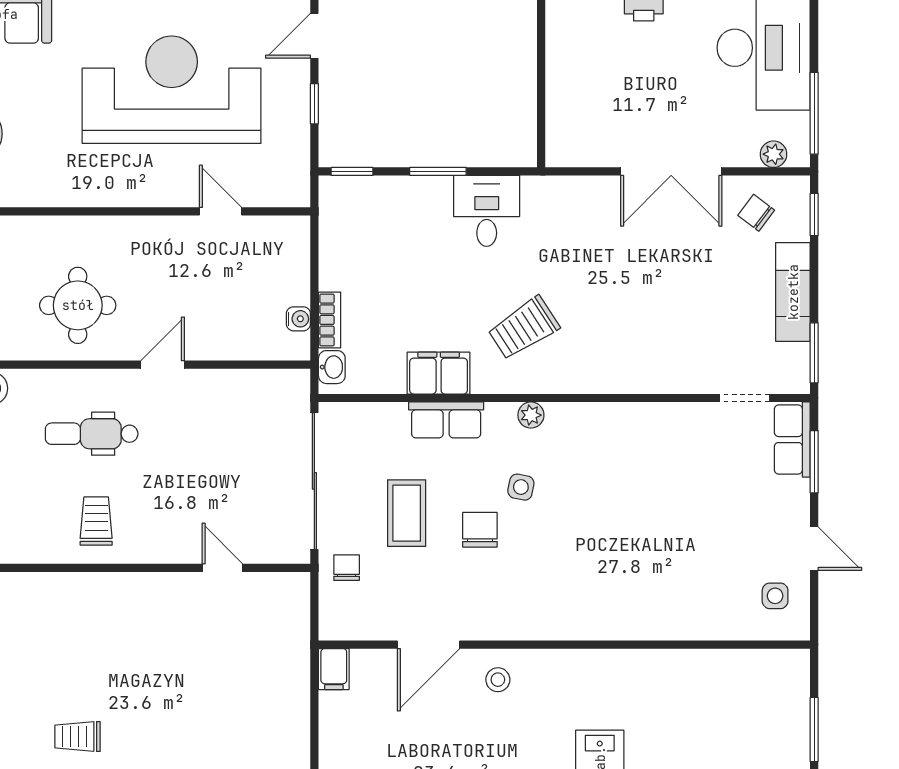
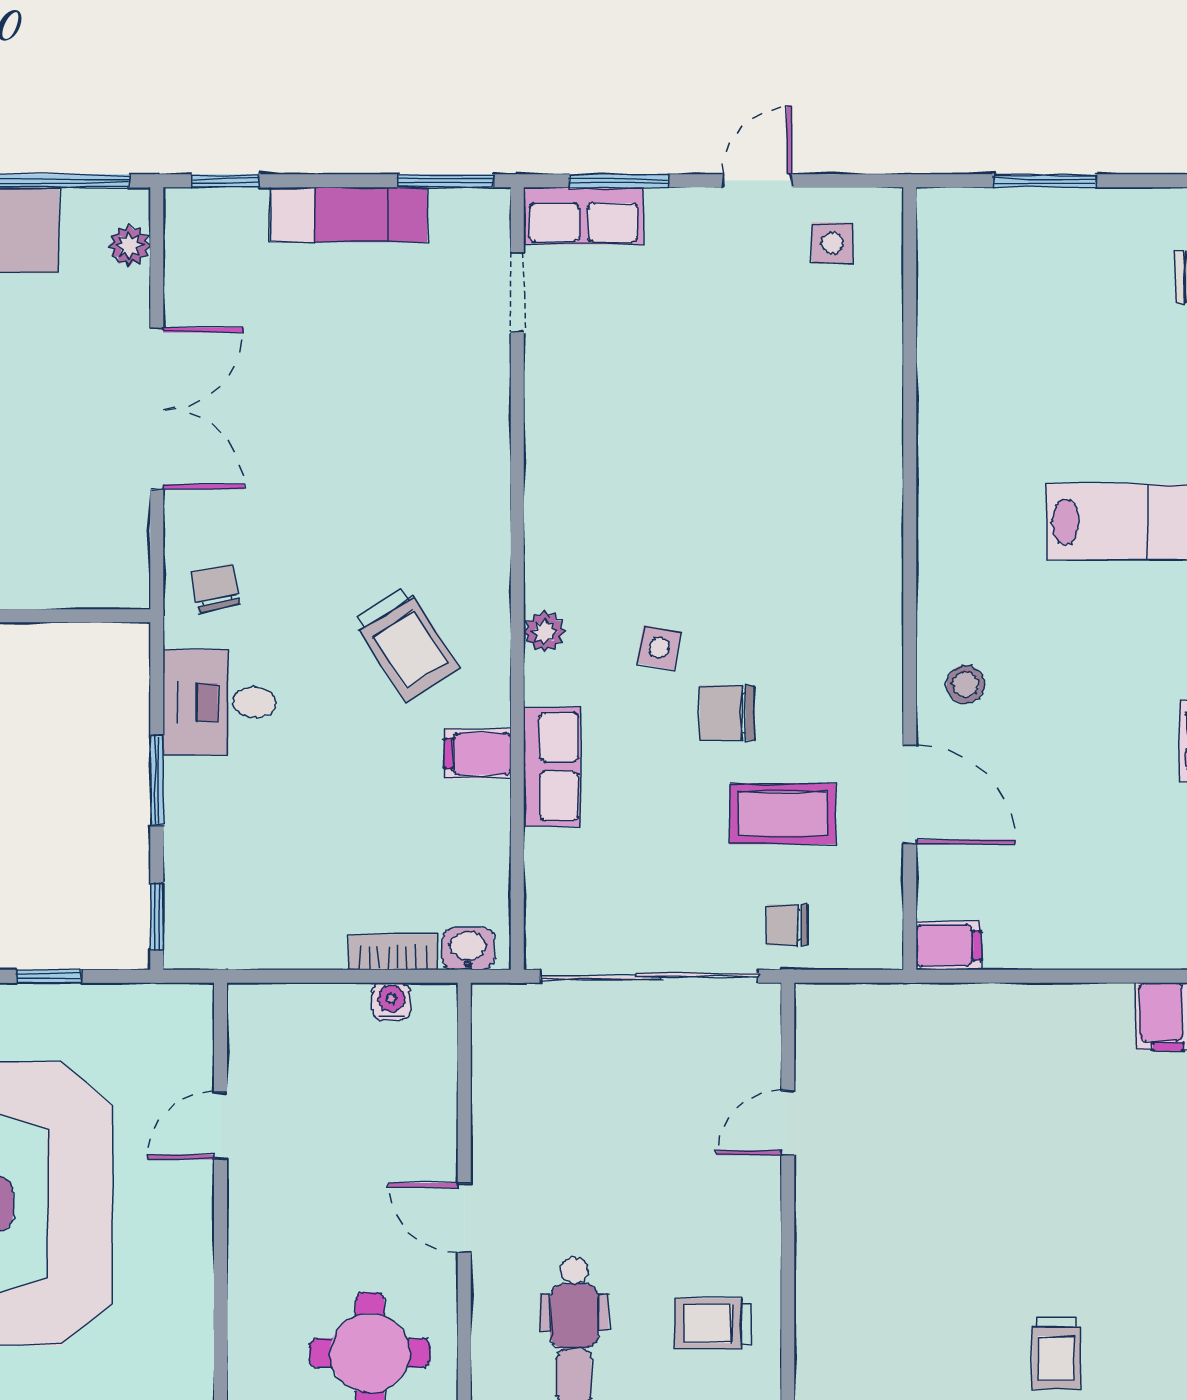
chair: (756, 213) -> (215, 588), moved, turned 131
filing cabinet: (439, 373) -> (478, 754), width x0.50
coffee table: (407, 513) -> (783, 814), moved

